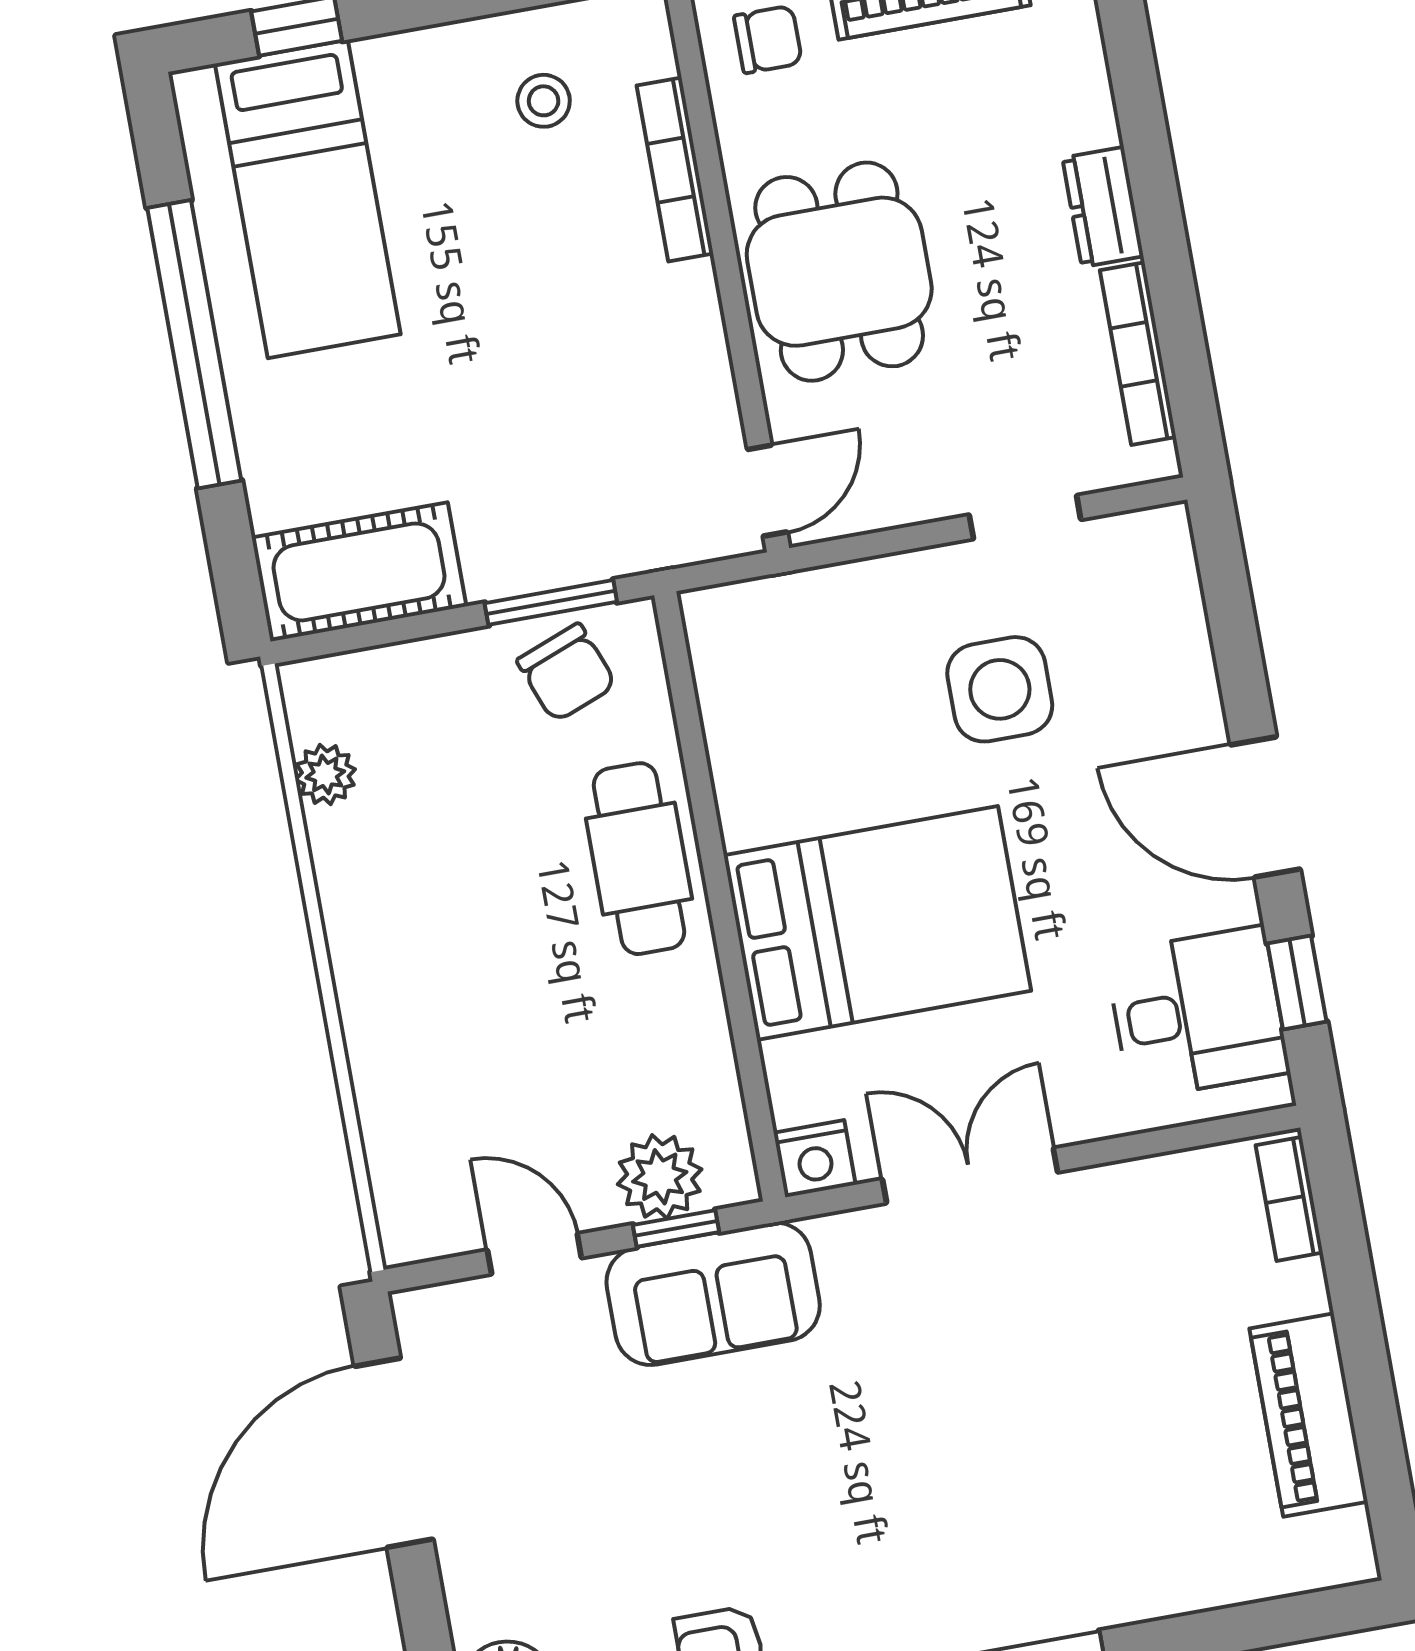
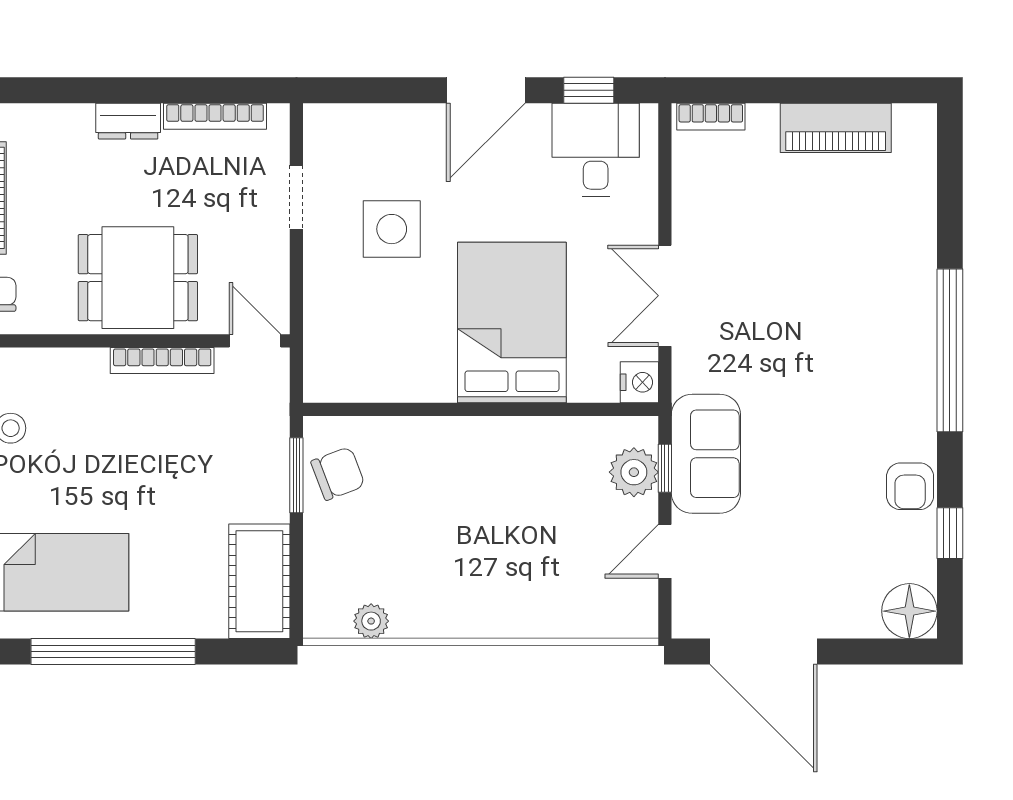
bookcase: (675, 170) -> (162, 361), moved
cafe table: (639, 859) -> (451, 451), removed

